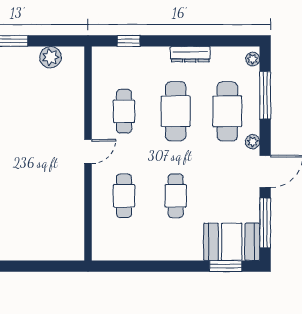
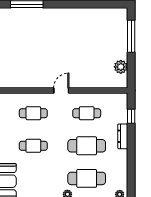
dresser: (190, 54) -> (123, 136), moved
door: (88, 151) -> (61, 90), swing flipped

